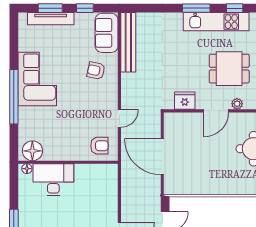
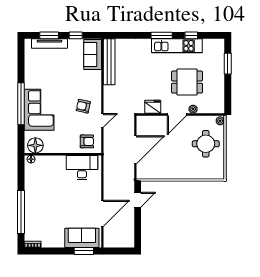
armchair: (96, 71) -> (83, 106), moved
corner sofa: (37, 79) -> (39, 110), moved
door: (162, 157) -> (135, 150), swing flipped
desk: (53, 180) -> (82, 168), moved

